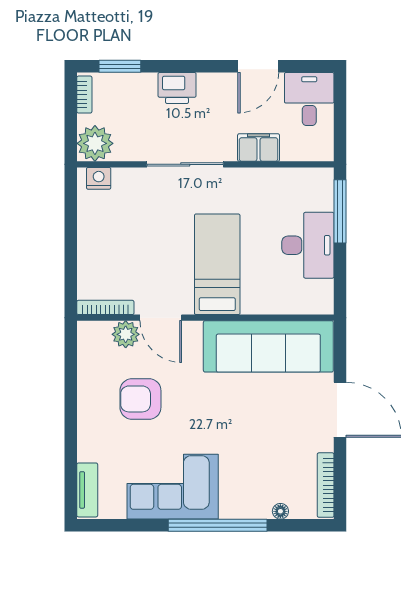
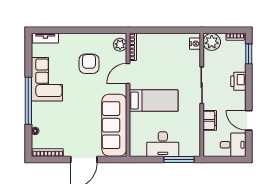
plant: (126, 334) -> (120, 45), moved

